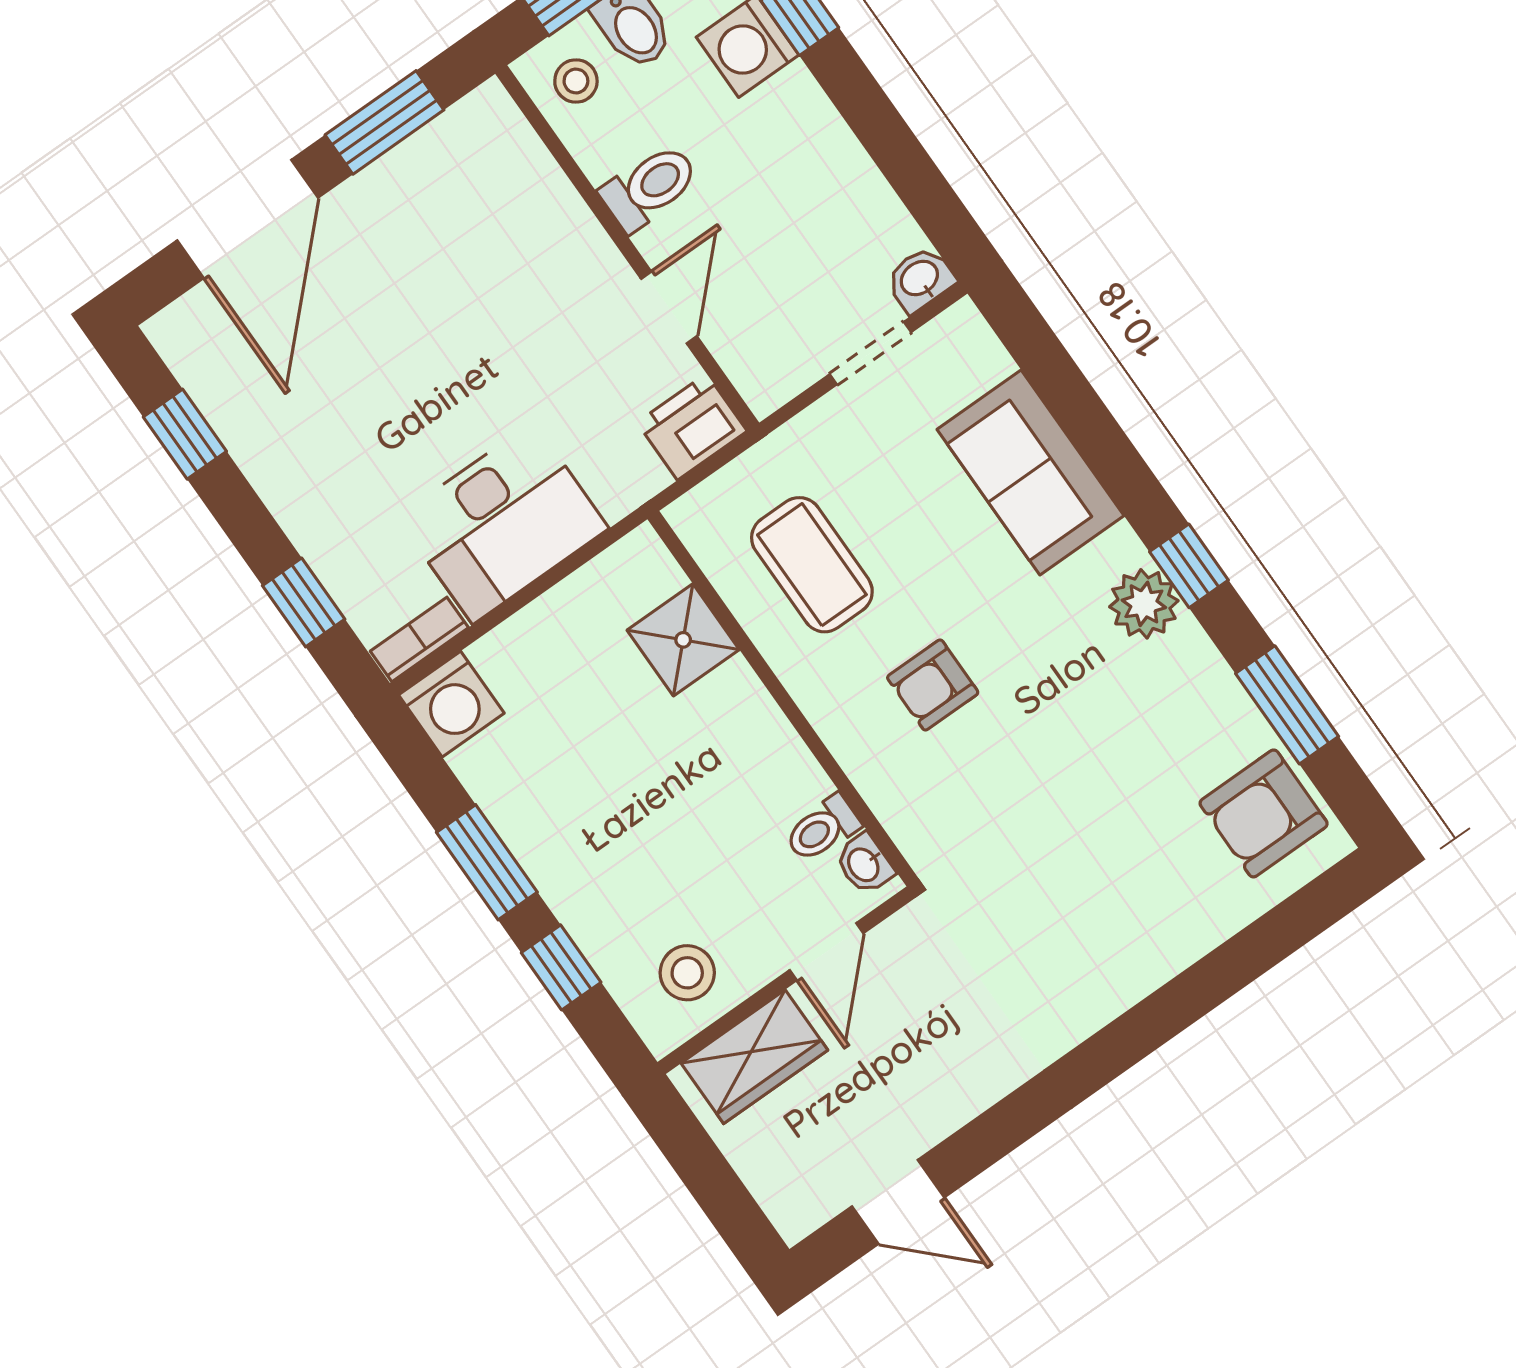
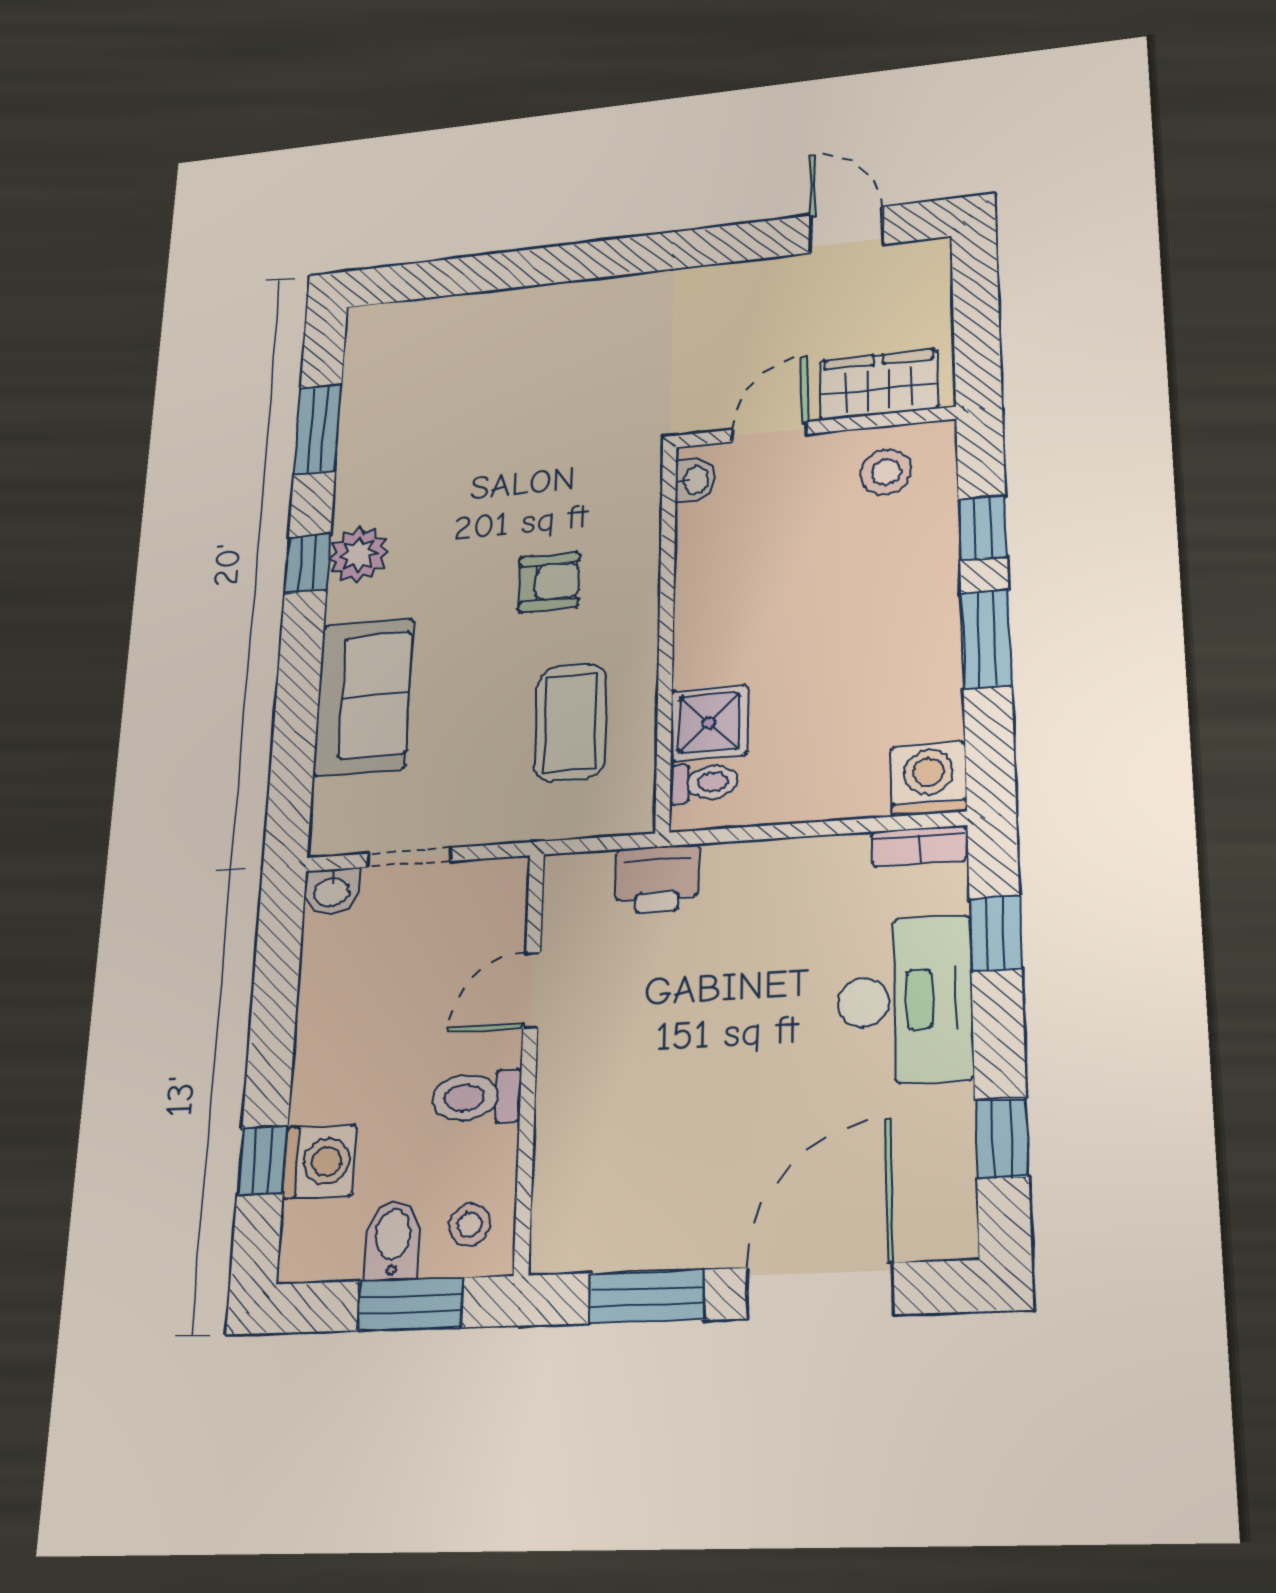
printer: (692, 427) -> (657, 879), moved
desk: (503, 523) -> (905, 1000), moved, turned 90
armchair: (1264, 813) -> (390, 364), removed
toilet: (822, 829) -> (704, 783), moved

